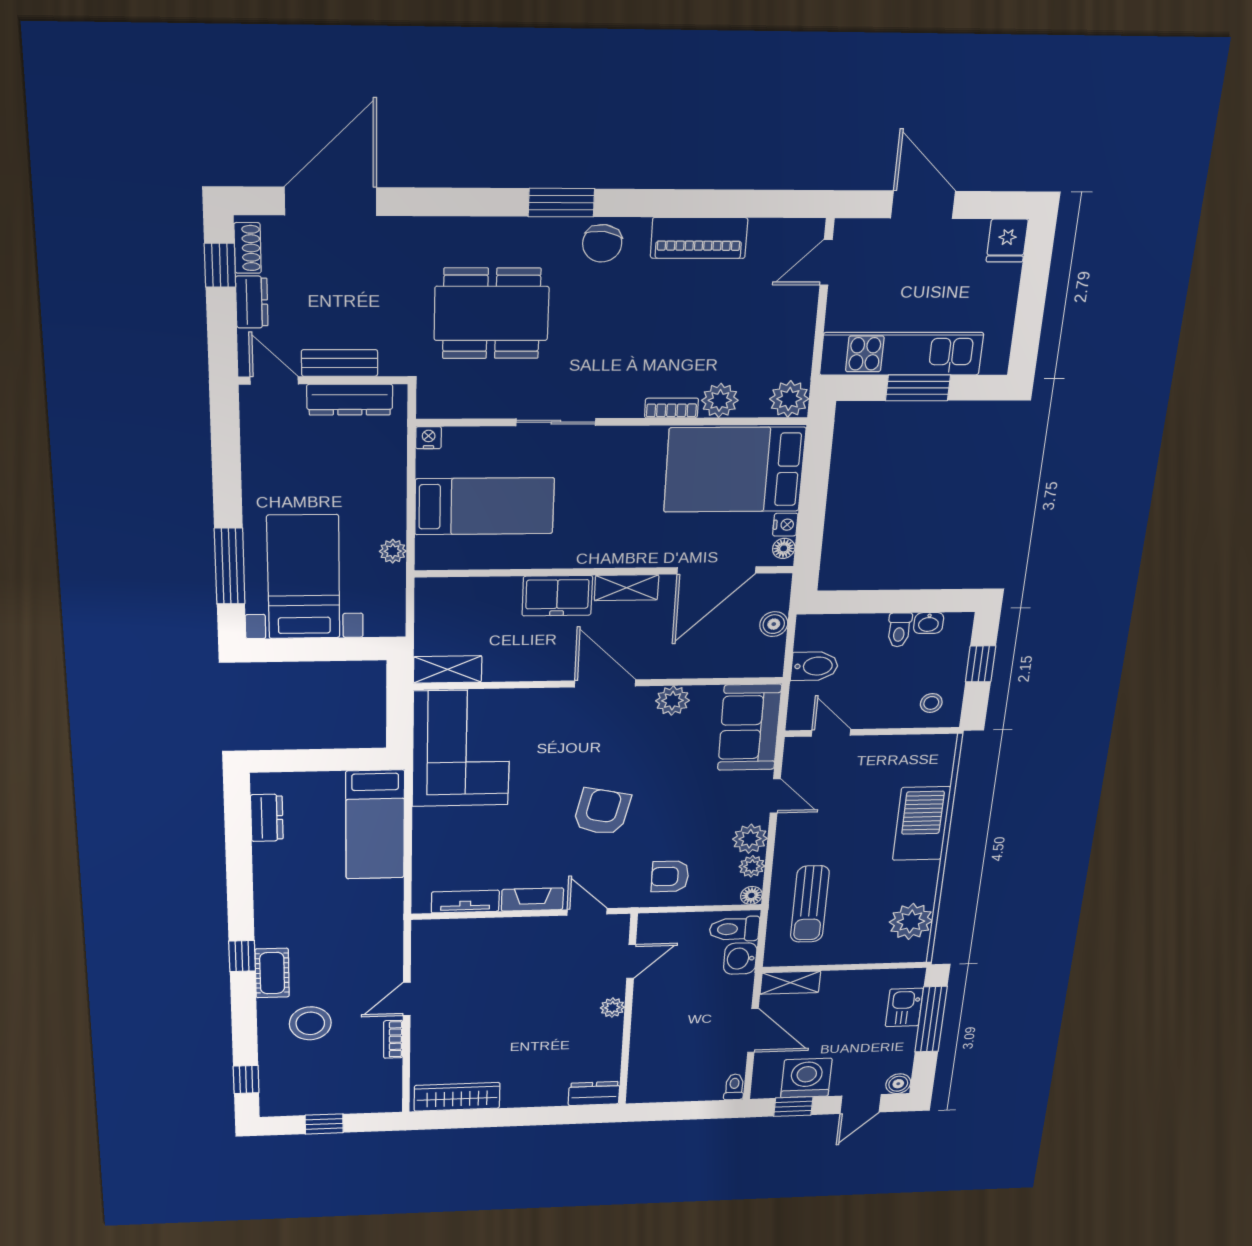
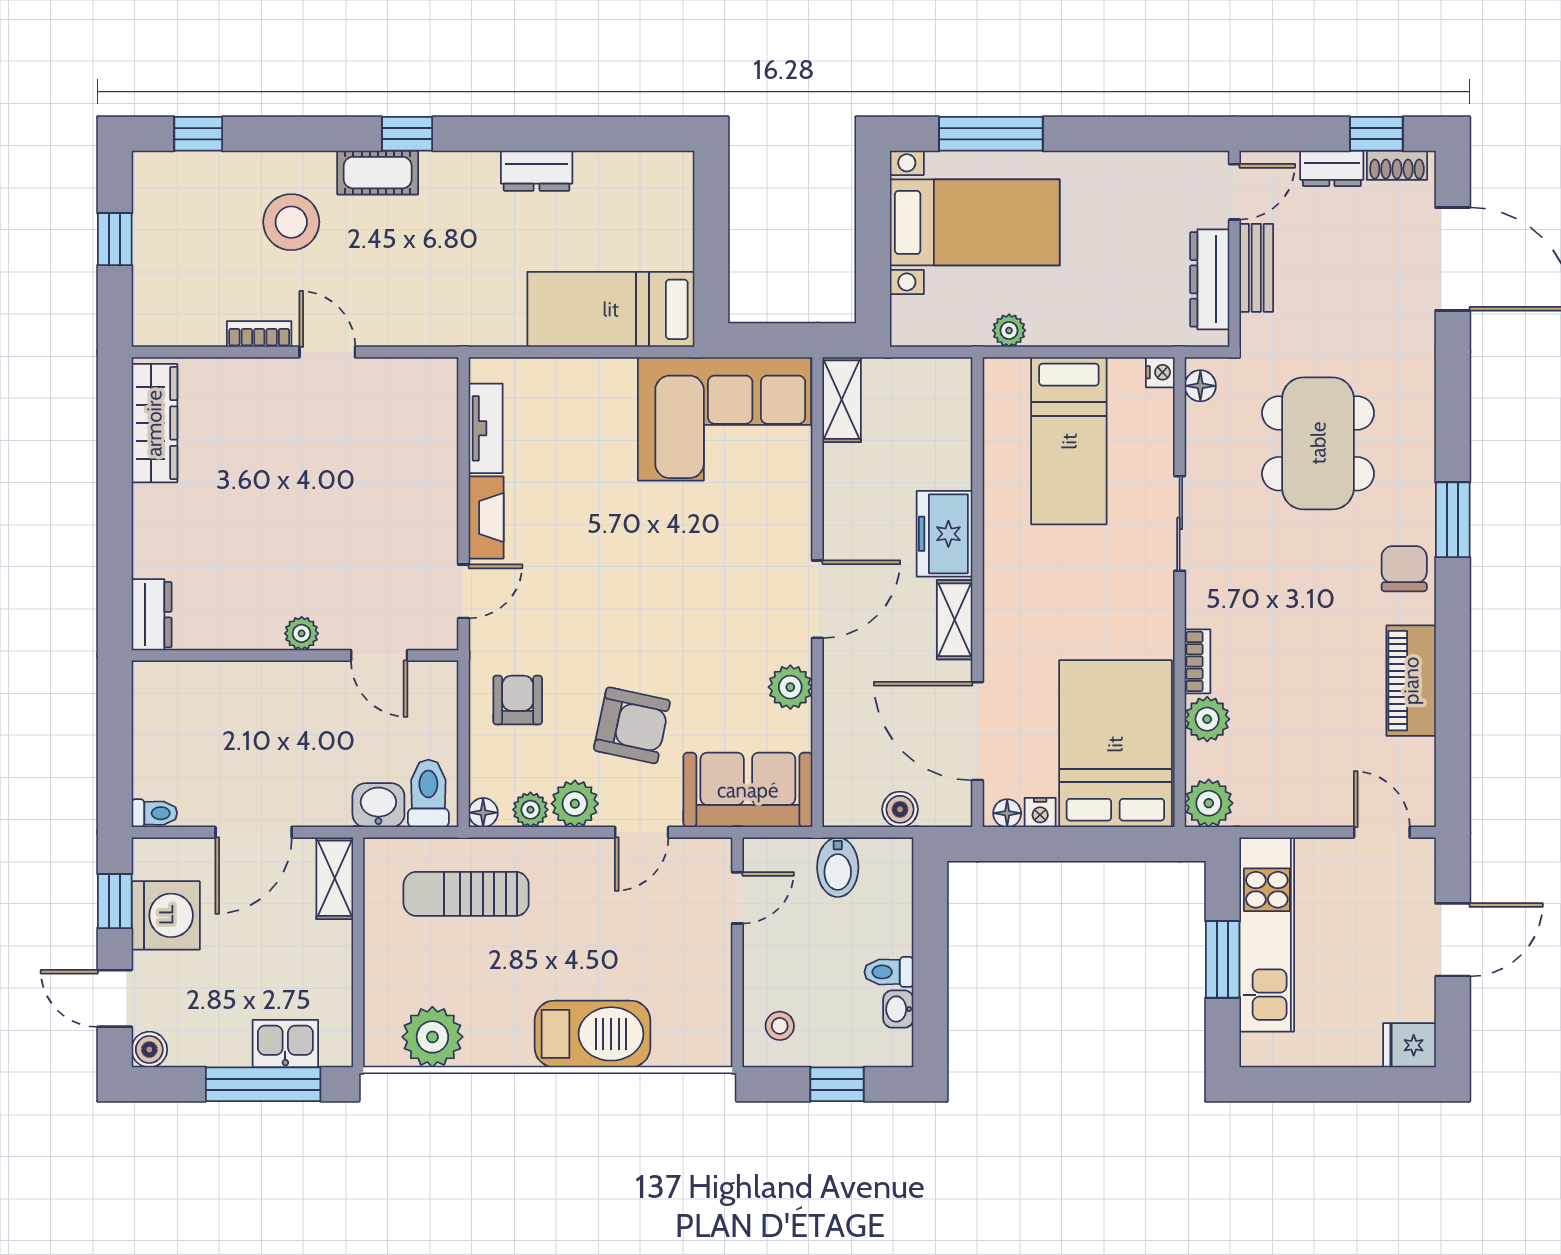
chair: (602, 243) -> (1404, 569), turned 82
floor lamp: (440, 407) -> (1200, 386), added
armchair: (602, 812) -> (632, 725), moved
dresser: (267, 818) -> (537, 171), moved

